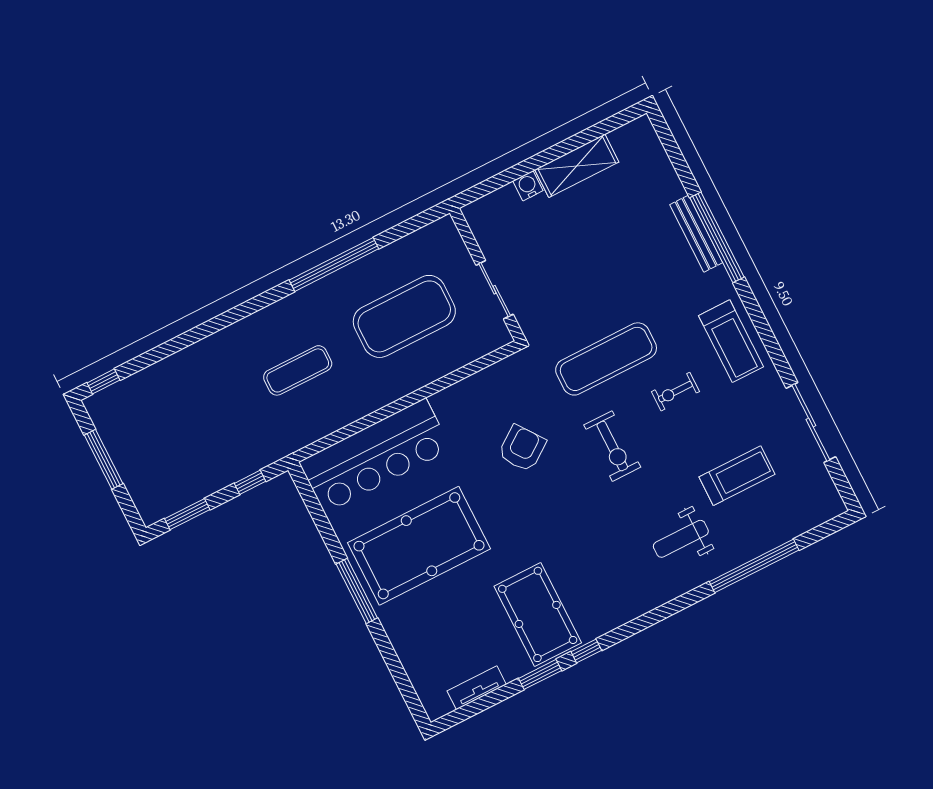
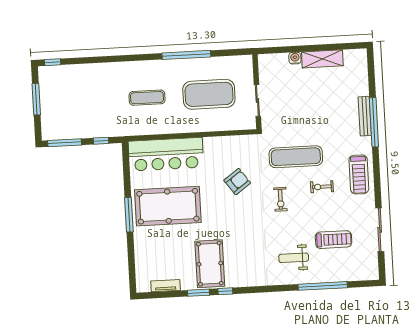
exercise bike: (612, 446) -> (280, 199), width x0.73, depth x0.72
window: (187, 514) -> (65, 143), width x1.44

